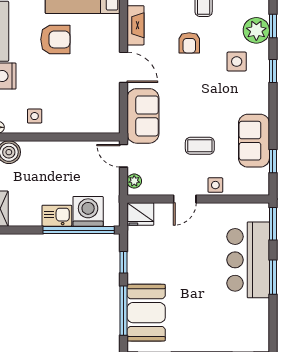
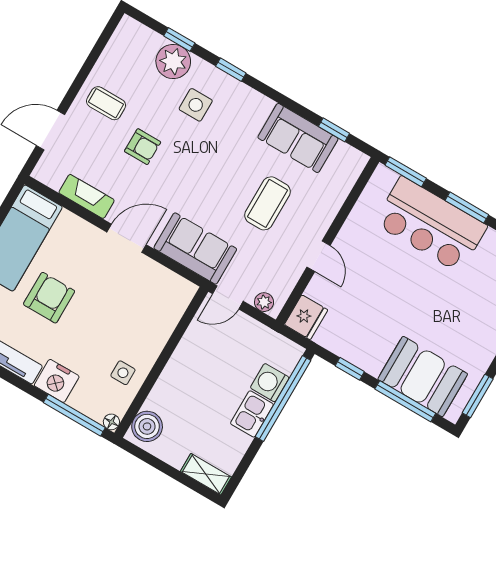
coffee table: (200, 146) -> (267, 203), width x1.36, depth x1.30
side table: (215, 185) -> (323, 212), removed
washing machine: (88, 211) -> (270, 383), width x0.73, depth x0.73

